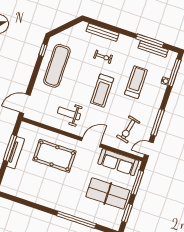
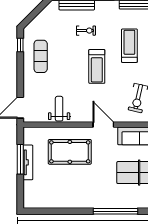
exercise mat: (57, 66) -> (41, 56), width x0.73, depth x0.69
weight bench: (69, 113) -> (59, 109), moved, turned 90
door: (91, 142) -> (103, 125), hinge flipped

